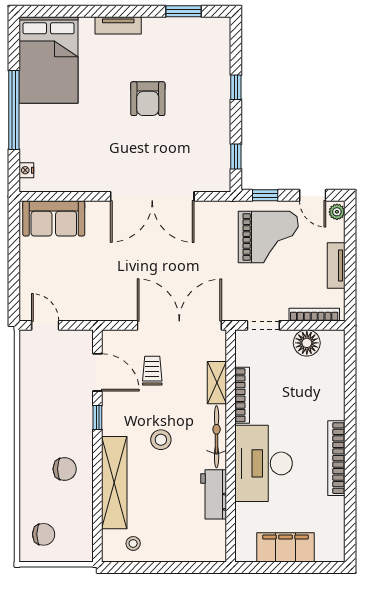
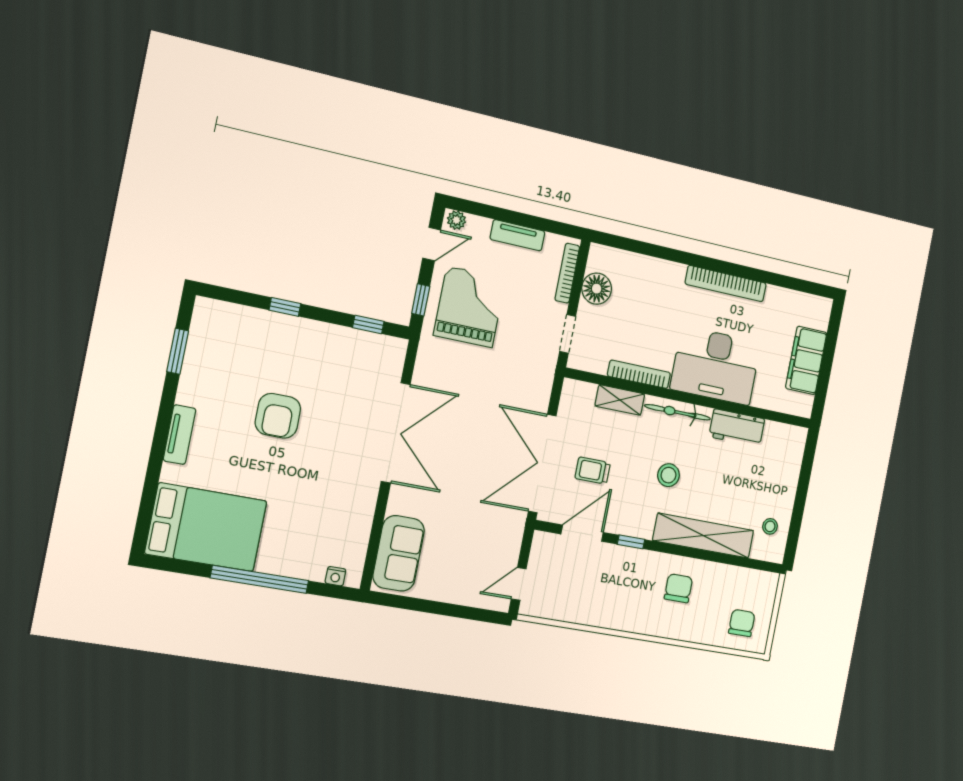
armchair: (148, 99) -> (278, 416), turned 90
double door: (179, 325) -> (542, 463), moved

